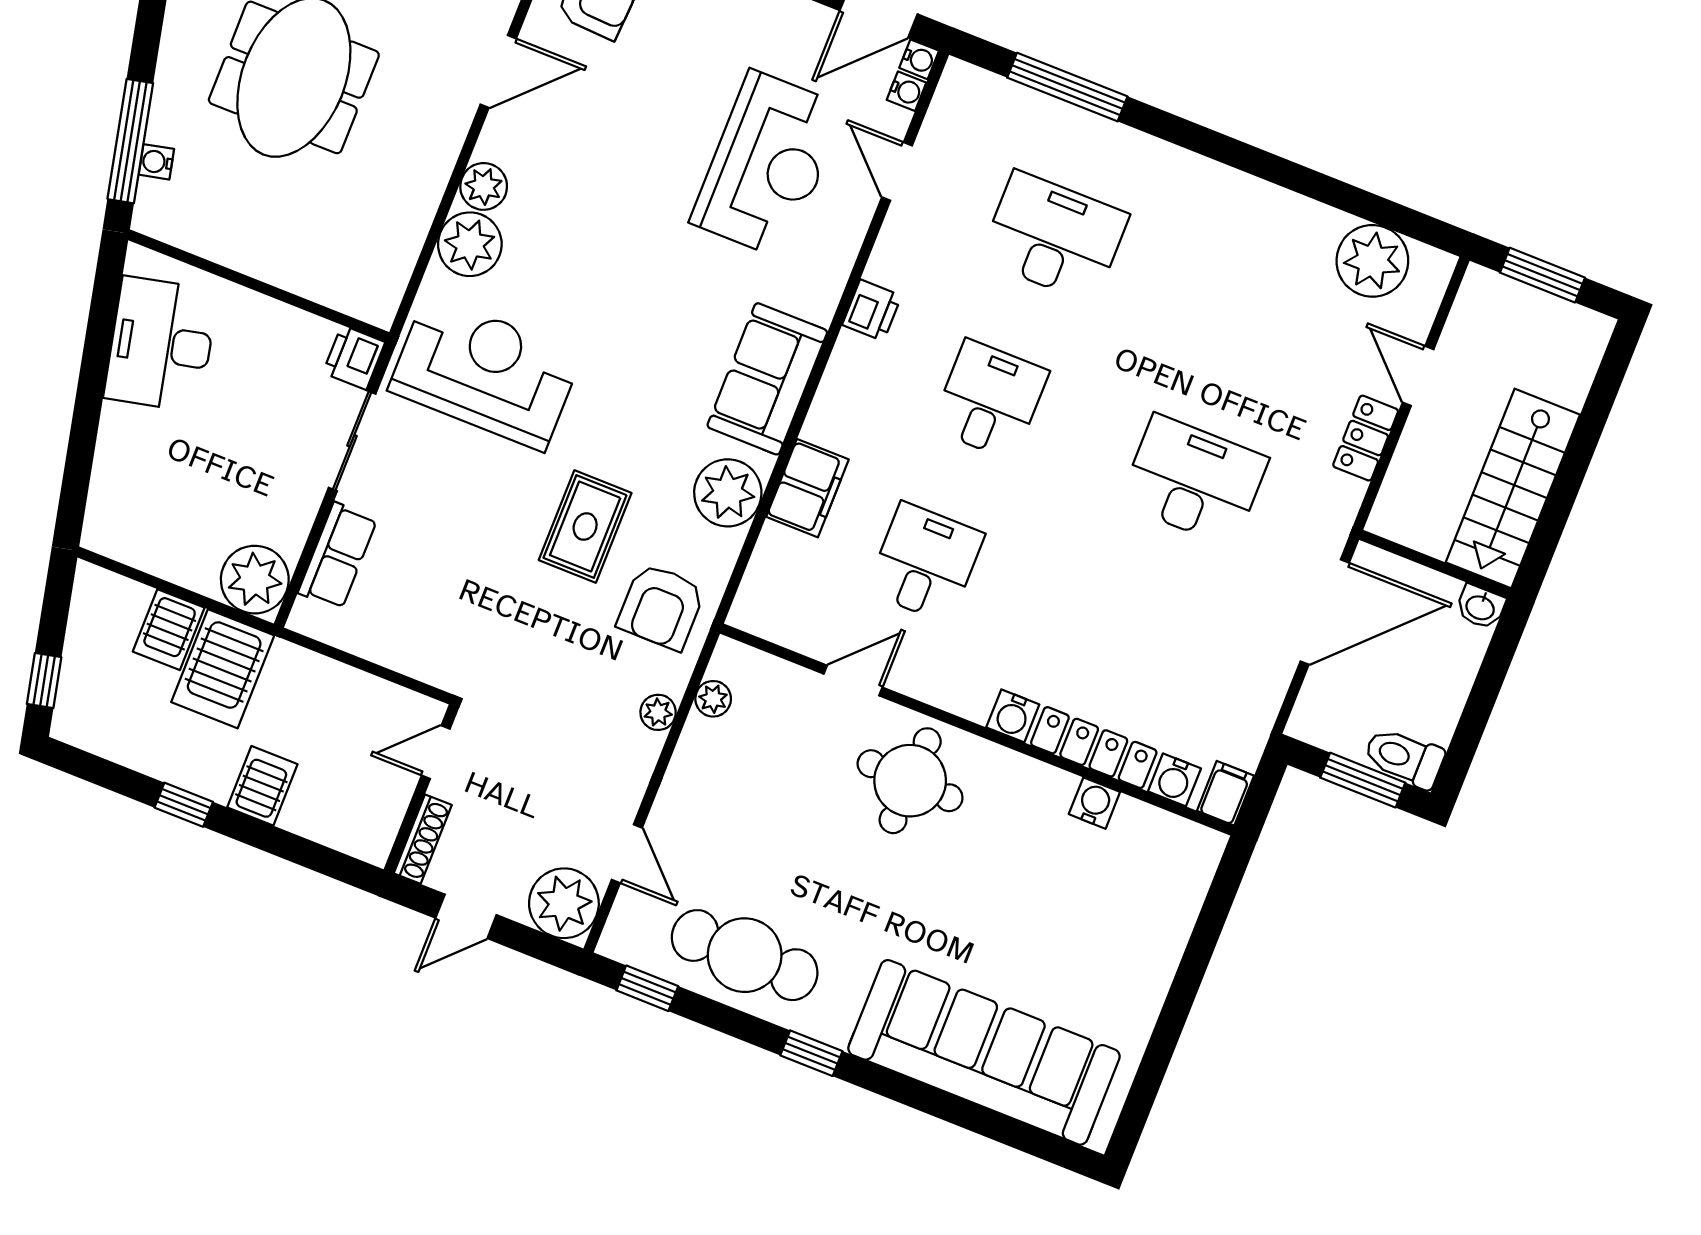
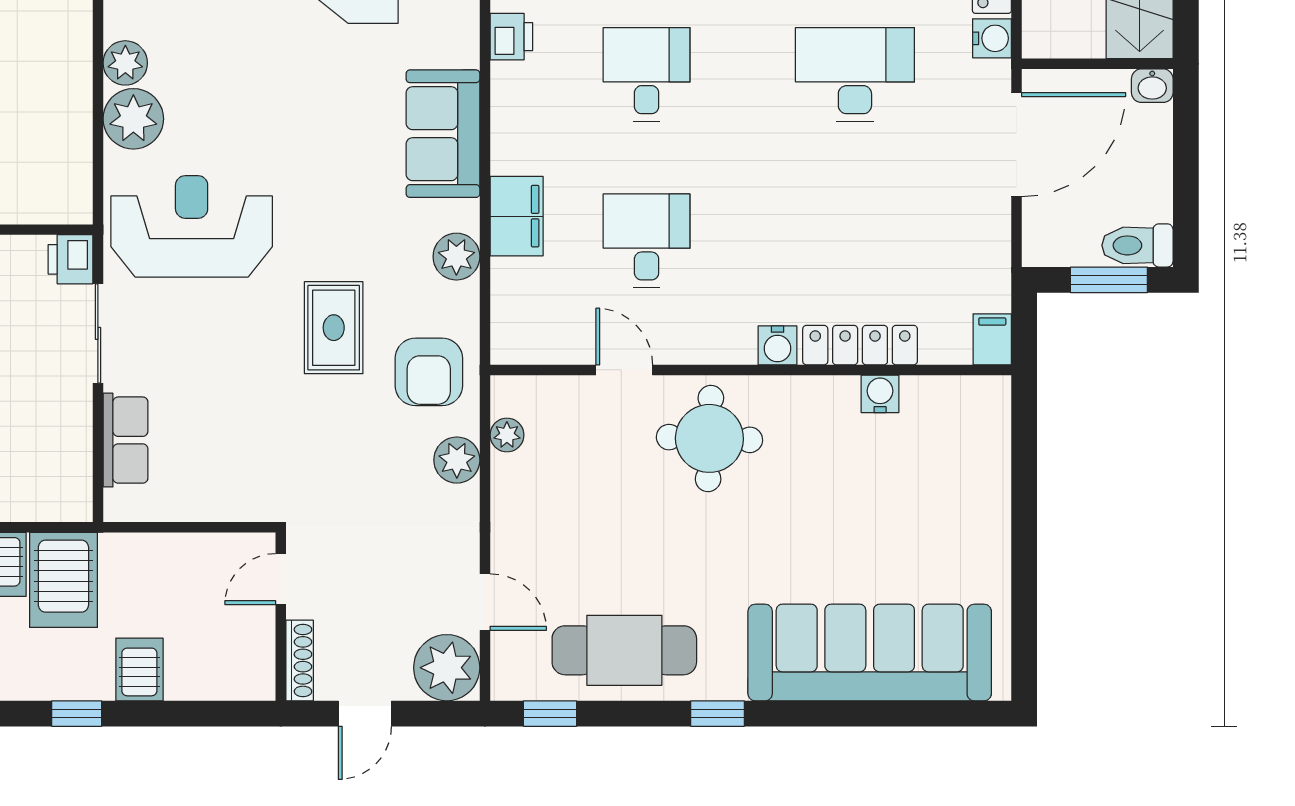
plant: (728, 493) -> (456, 257), width x0.73, depth x0.73
plant: (255, 580) -> (61, 490), removed
door: (853, 681) -> (624, 370), hinge flipped
plant: (658, 712) -> (457, 460), width x1.38, depth x1.38
water cooler: (1174, 780) -> (992, 38), moved, turned -90

